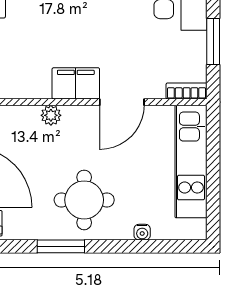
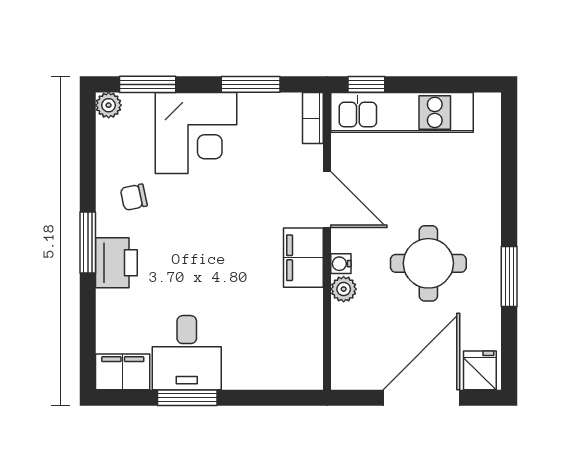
window: (213, 133) -> (366, 84), added
round table: (84, 200) -> (428, 263), moved
water cooler: (142, 232) -> (341, 264), moved, turned 180

